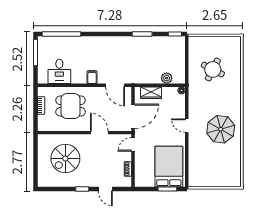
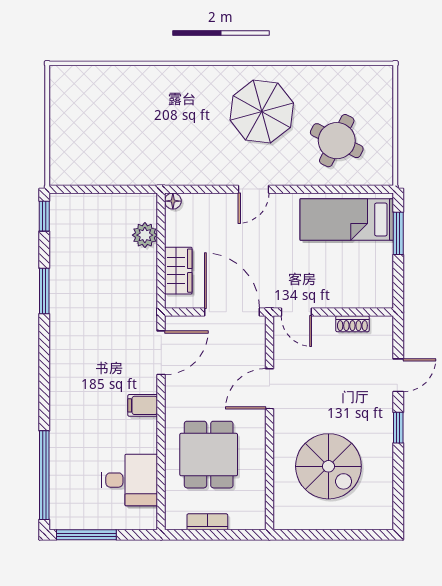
round table: (213, 69) -> (337, 141), moved
bed: (169, 167) -> (347, 220), width x0.67

